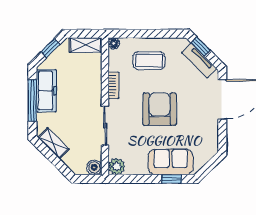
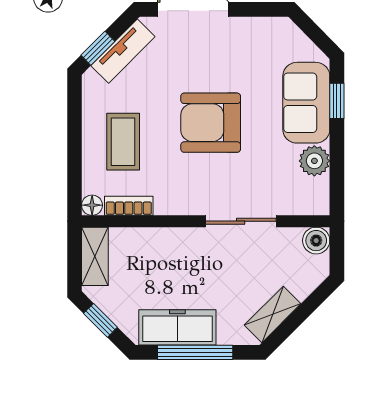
bookcase: (114, 85) -> (129, 206), moved
plant: (117, 166) -> (314, 161), moved

